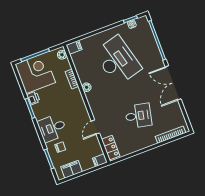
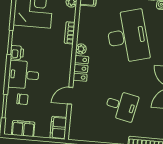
printer: (33, 98) -> (17, 53), moved
locker: (111, 148) -> (81, 68), moved
filing cabinet: (100, 160) -> (58, 128), width x2.00

